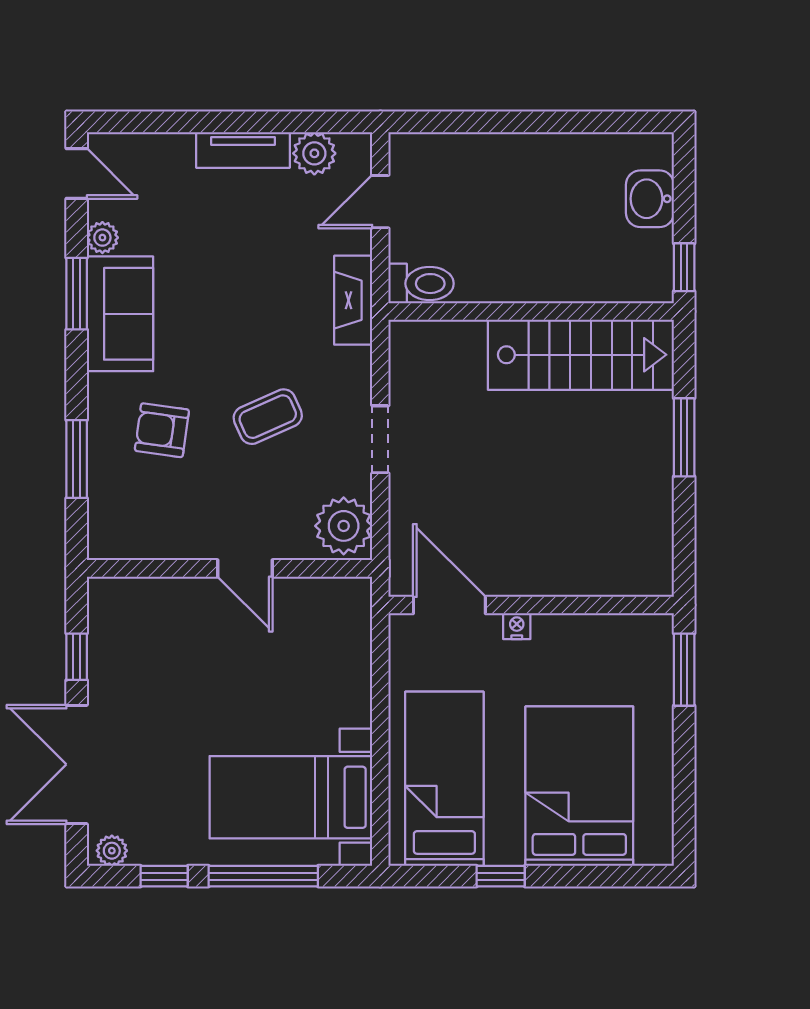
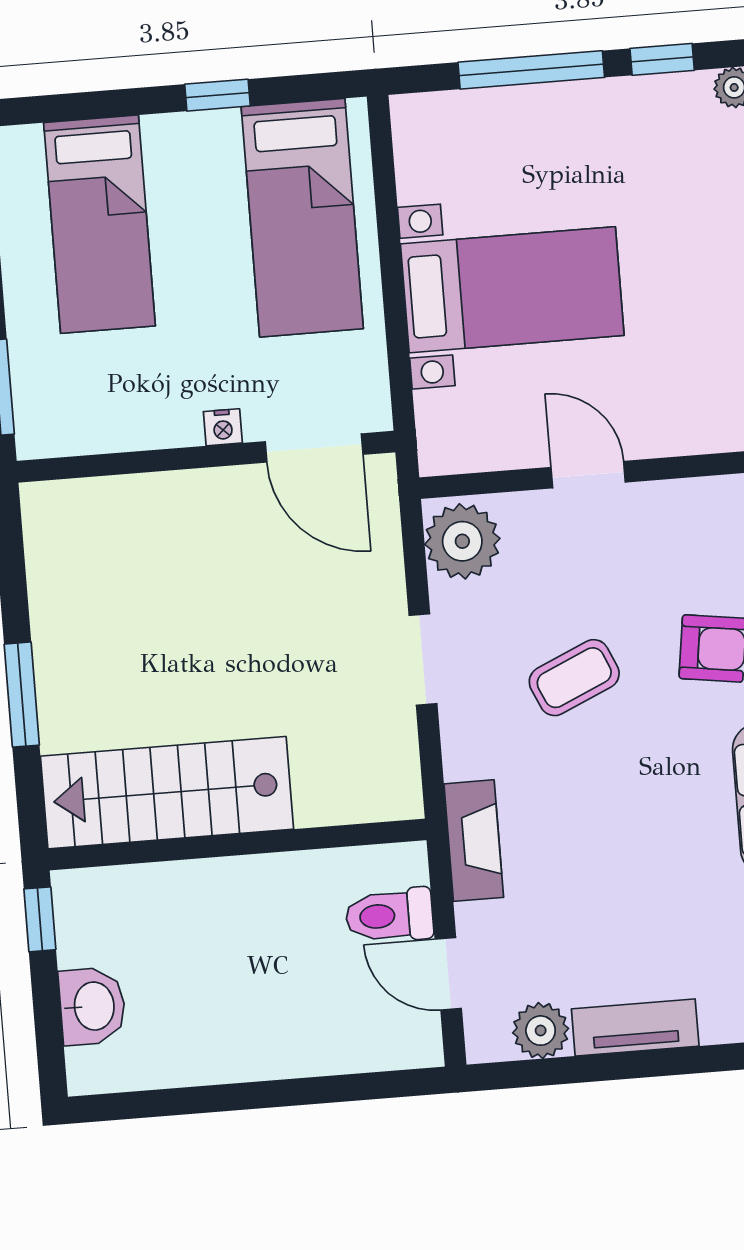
door: (380, 202) -> (448, 974), swing flipped
toilet: (421, 284) -> (389, 915), moved
bed: (579, 786) -> (99, 224), width x0.67
bed with nightstands: (291, 797) -> (512, 290), moved

